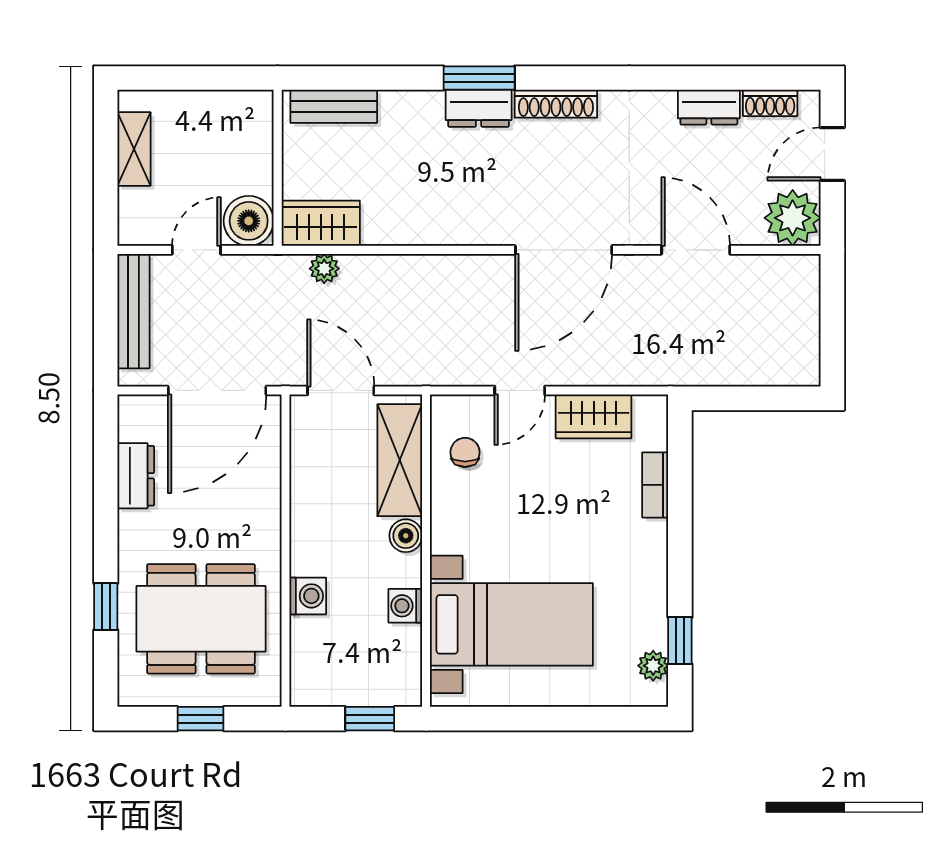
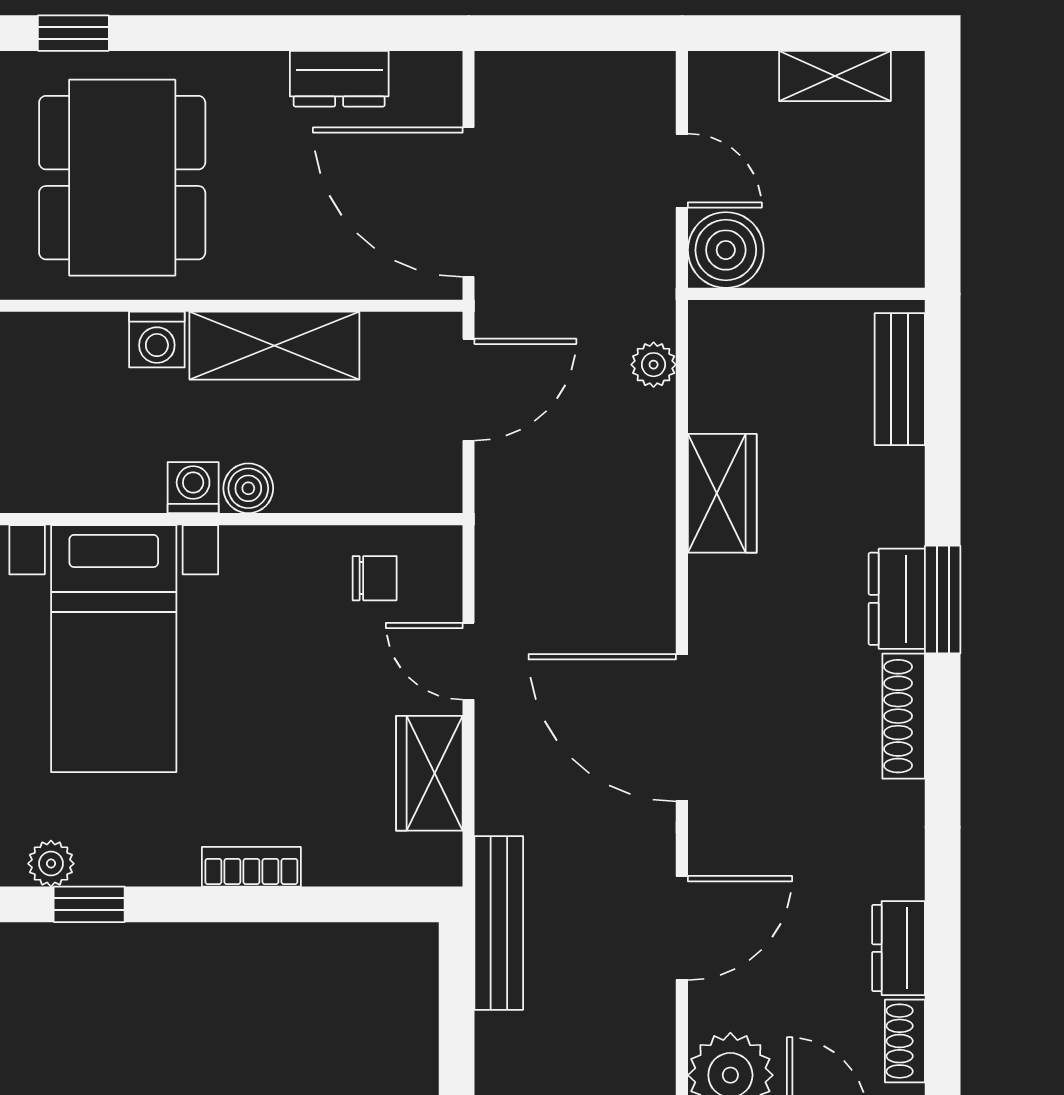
wardrobe: (321, 223) -> (722, 493), moved
bench: (133, 311) -> (499, 923), moved, turned 90
shelving: (400, 460) -> (274, 346), moved
bookcase: (655, 485) -> (251, 867), moved
washing machine: (405, 606) -> (193, 488), moved
window: (106, 607) -> (73, 33), moved

